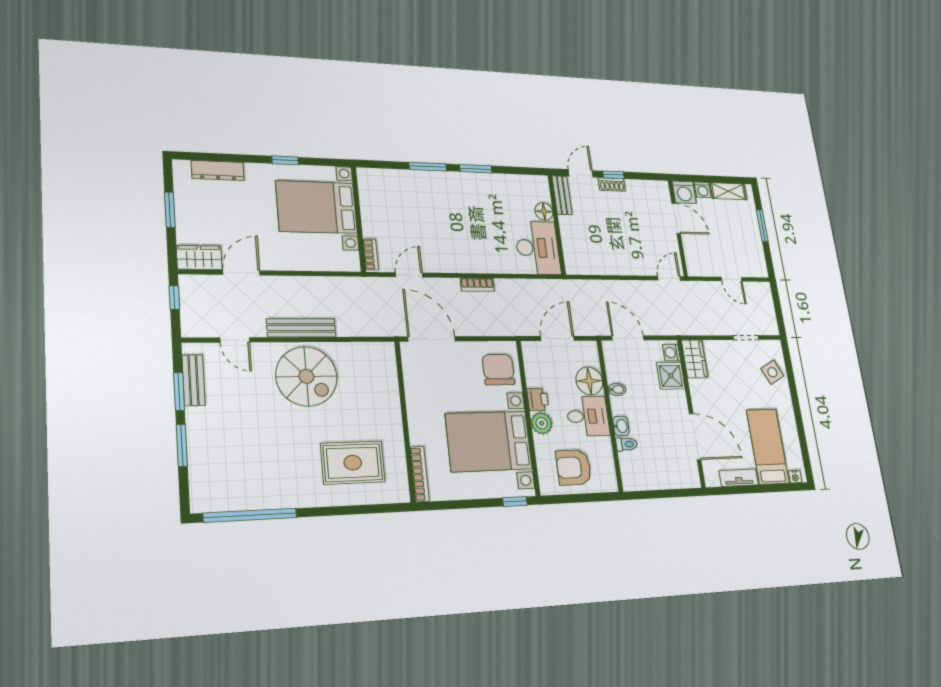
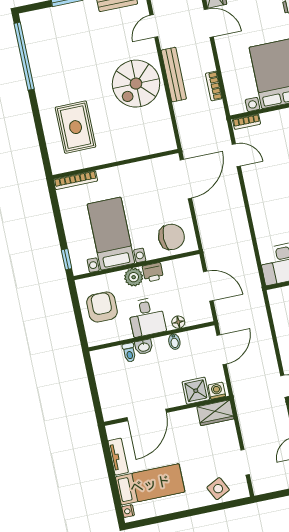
bookcase: (477, 285) -> (214, 86), moved
floor lamp: (589, 381) -> (178, 322), width x0.53, depth x0.53
bed with nightstands: (489, 441) -> (111, 234), width x0.73

